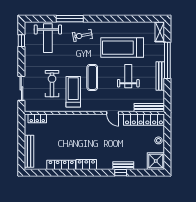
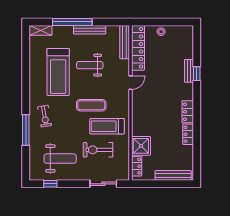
weight bench: (48, 38) -> (60, 159), moved
shower: (156, 161) -> (141, 146), moved
locker: (61, 165) -> (188, 134), width x0.66

